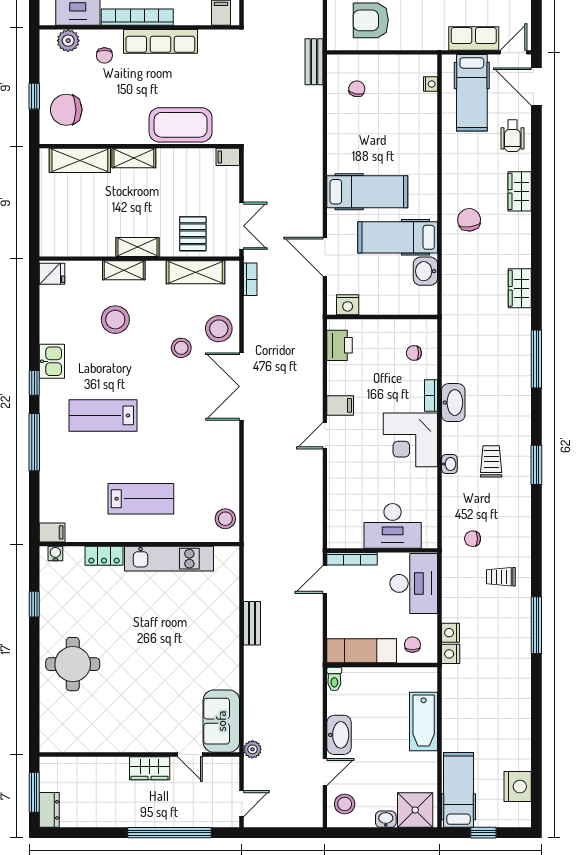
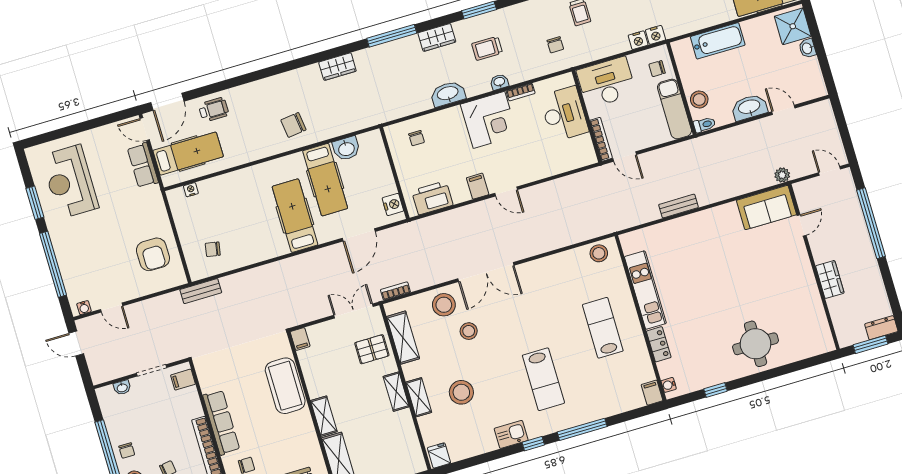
wardrobe: (520, 191) -> (437, 37), moved
printer: (340, 345) -> (432, 198), width x1.37, depth x1.19
bookcase: (431, 395) -> (521, 92), moved
wardrobe: (150, 768) -> (830, 279), moved
stool: (345, 804) -> (699, 99), moved

